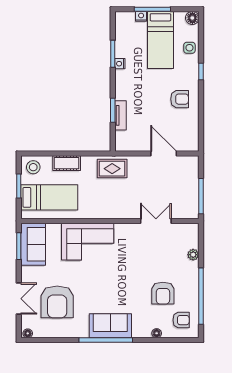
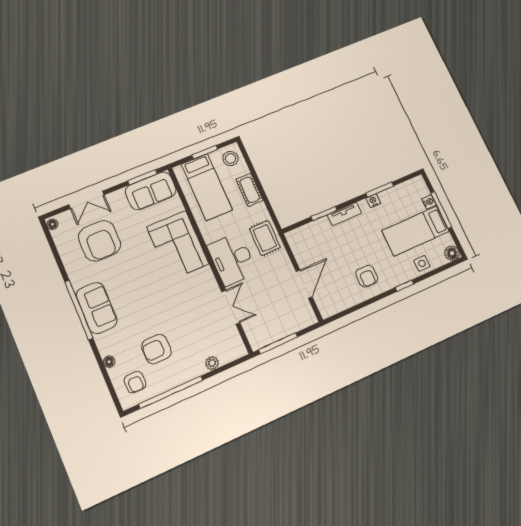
tv unit: (121, 115) -> (344, 214), moved
desk: (118, 203) -> (232, 259), added
armchair: (57, 302) -> (100, 241), turned -90

